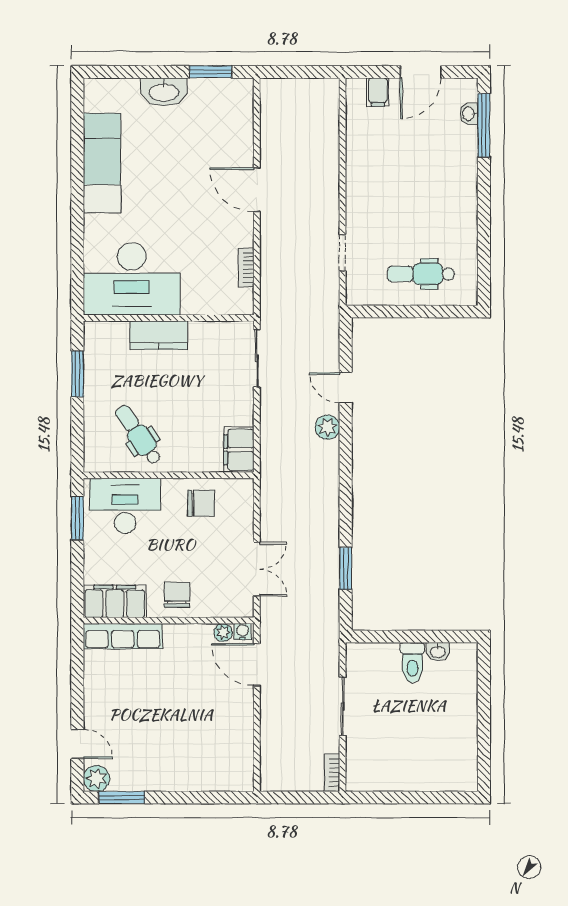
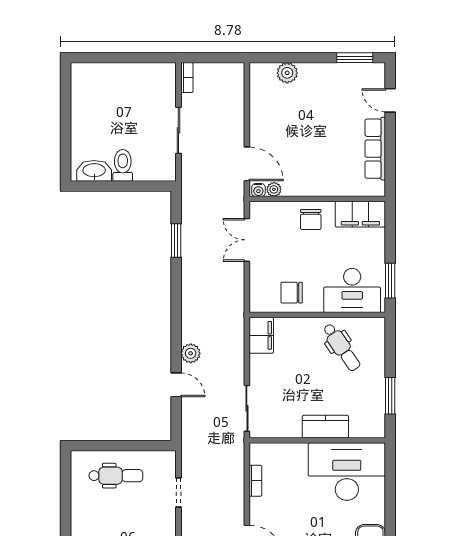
row of seats: (123, 636) -> (375, 149), moved, turned -90
washbasin: (438, 652) -> (94, 171), width x1.91, depth x1.45
plant: (96, 778) -> (287, 73), moved

